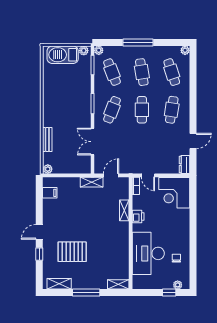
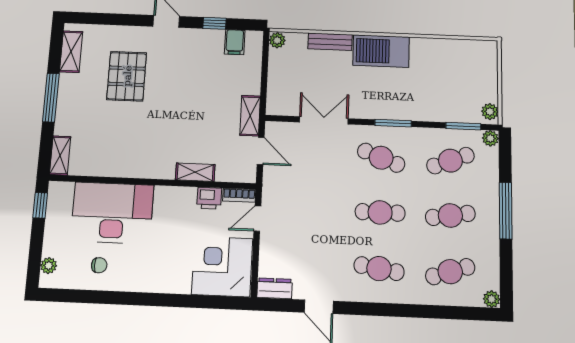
barbecue: (63, 55) -> (381, 51), moved, turned -90
printer: (138, 217) -> (209, 198), moved
window: (39, 254) -> (214, 23), moved
window: (169, 293) -> (40, 205), moved

